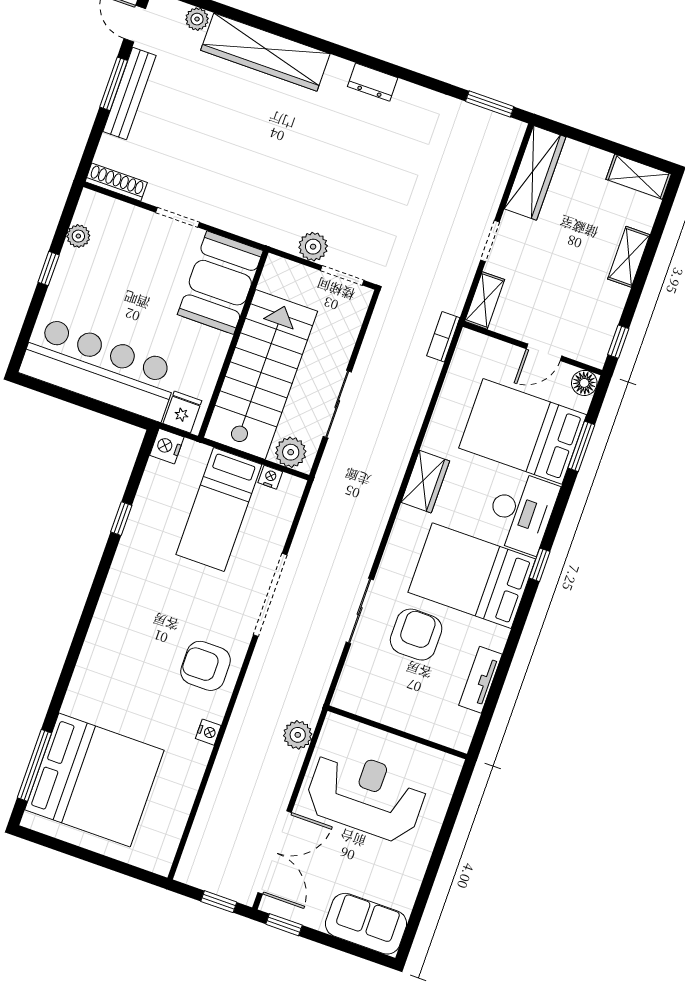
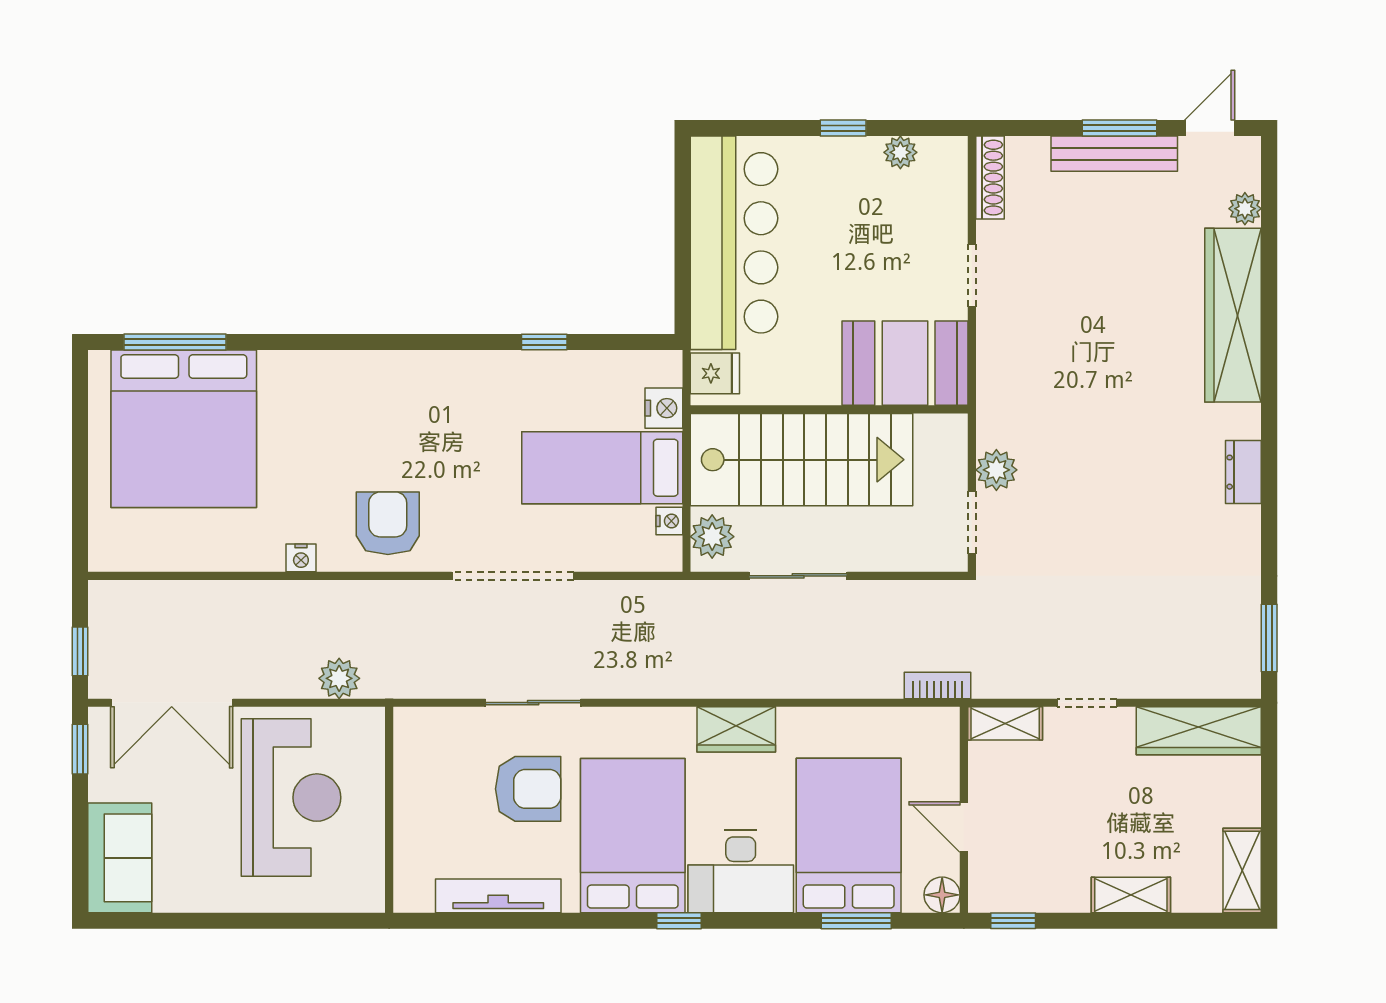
nightstand: (167, 446) -> (664, 408), moved, turned 90
tv unit: (480, 680) -> (498, 896), width x1.41

